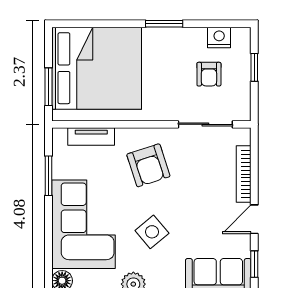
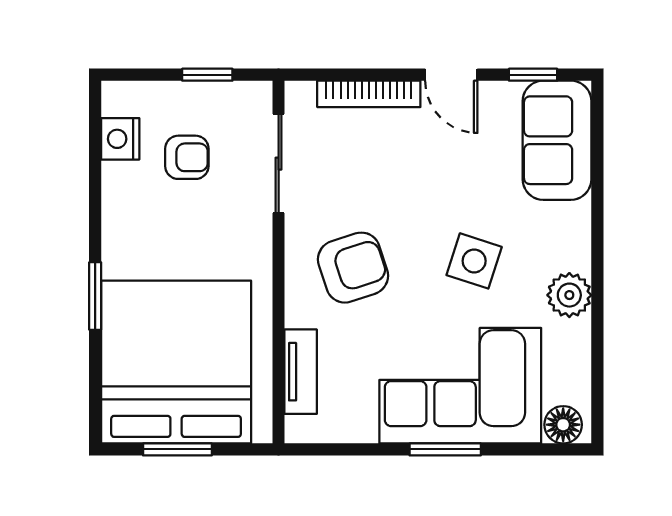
window: (164, 24) -> (95, 296), moved
window: (254, 67) -> (207, 75), moved
window: (49, 87) -> (177, 449), moved
window: (49, 176) -> (445, 449), moved
side table: (152, 232) -> (474, 261), turned -32

